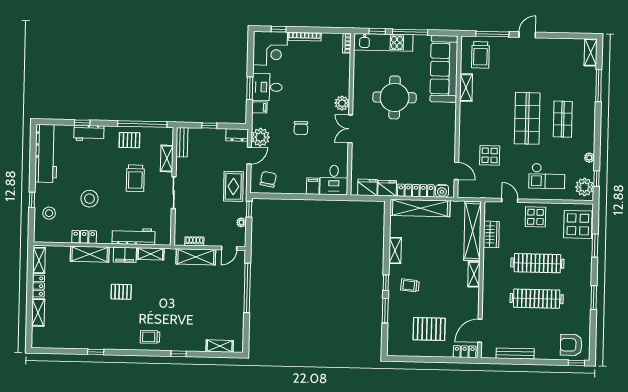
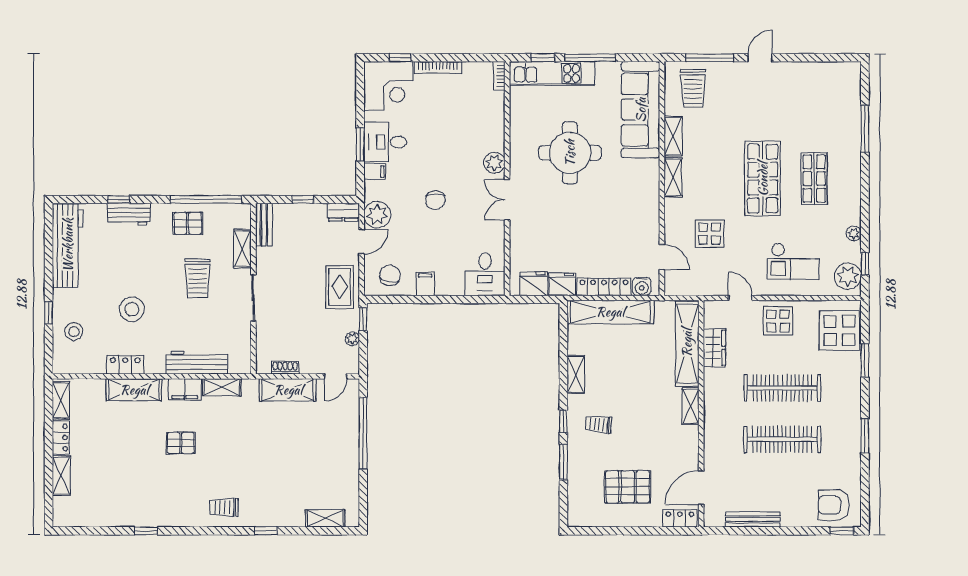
shelving: (591, 52) -> (673, 177), moved
filing cabinet: (313, 186) -> (425, 284), moved

